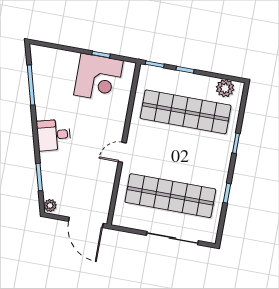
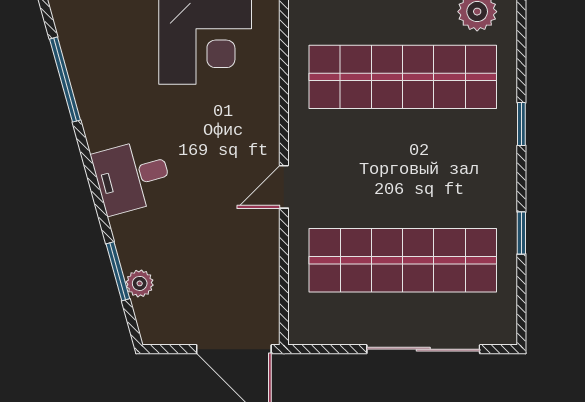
plant: (50, 206) -> (140, 283), moved

